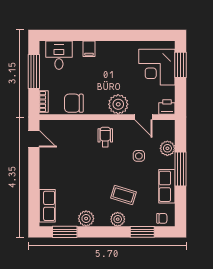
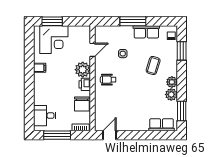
filing cabinet: (89, 49) -> (40, 68), moved
printer: (167, 107) -> (85, 84), moved
plant: (167, 148) -> (117, 31), removed
plant: (118, 219) -> (172, 82), moved

